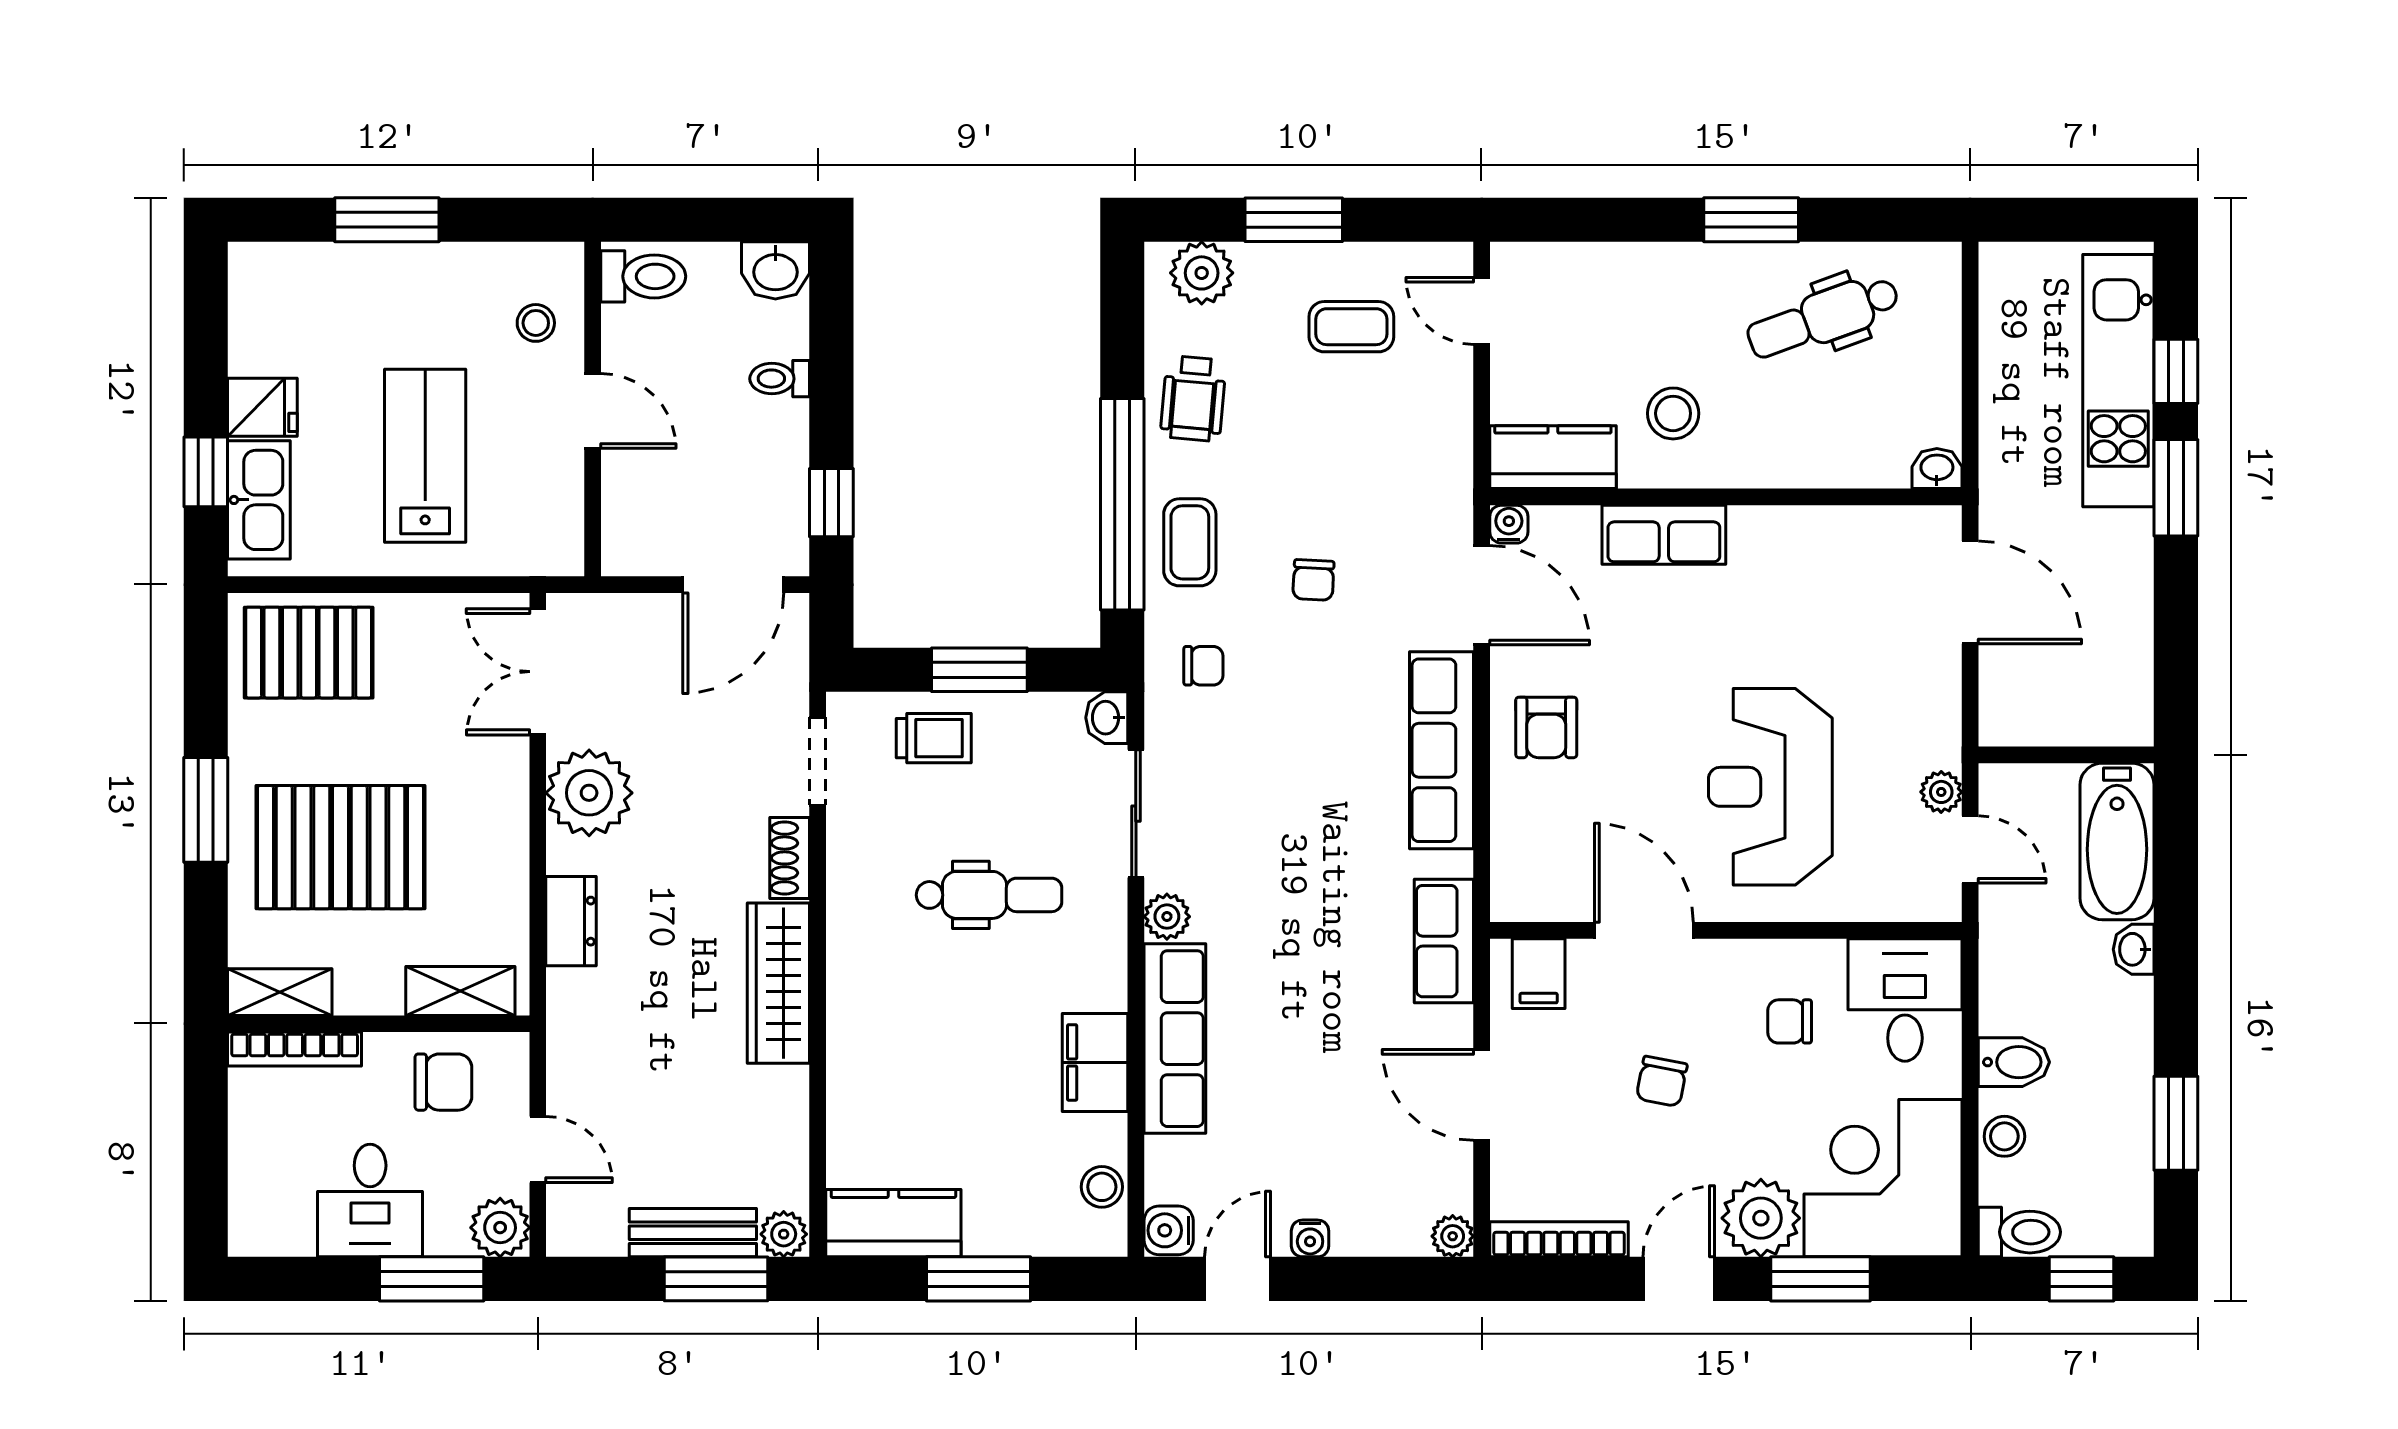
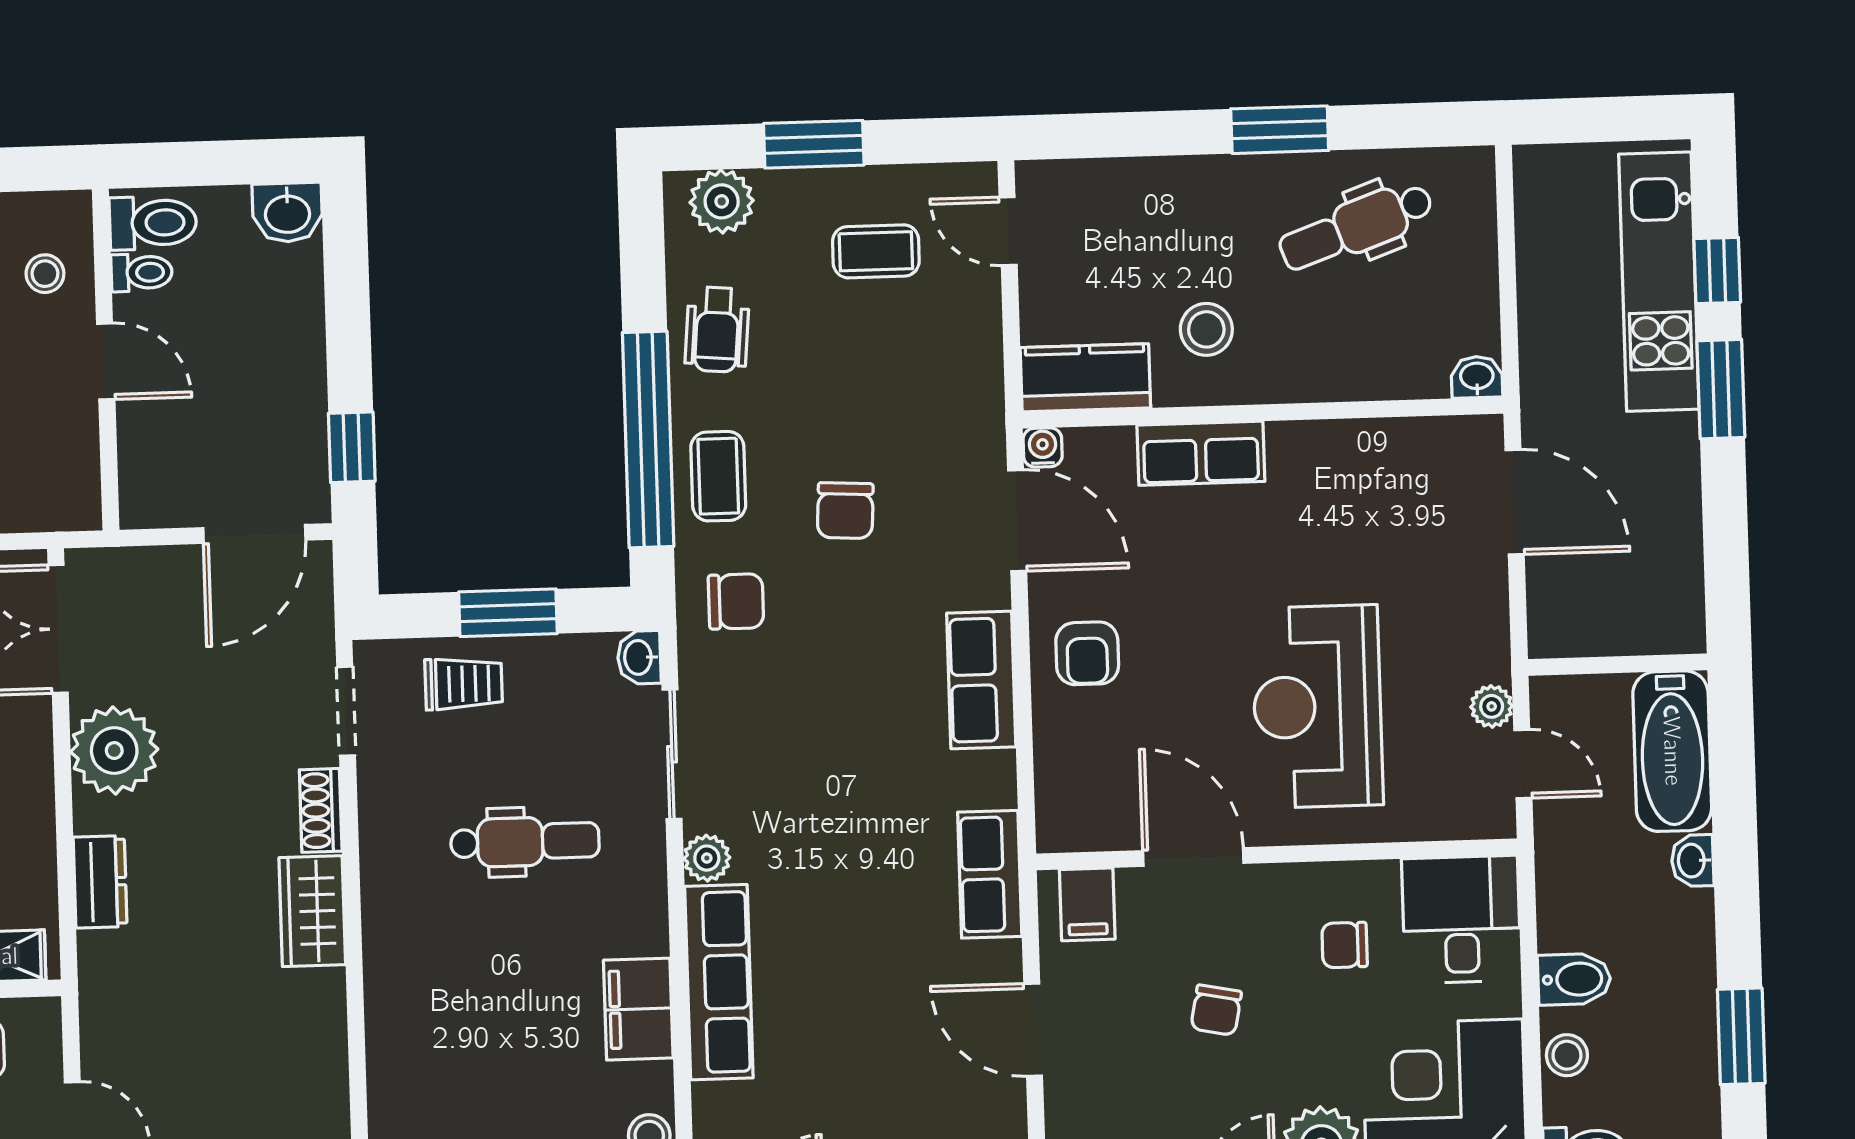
toilet: (780, 379) -> (142, 272), moved, turned 180
chair: (1313, 580) -> (845, 511), width x1.37, depth x1.37
chair: (1203, 666) -> (736, 601), width x1.37, depth x1.37
row of seats: (1442, 750) -> (981, 680), width x0.68
wardrobe: (778, 983) -> (312, 911), width x0.67

